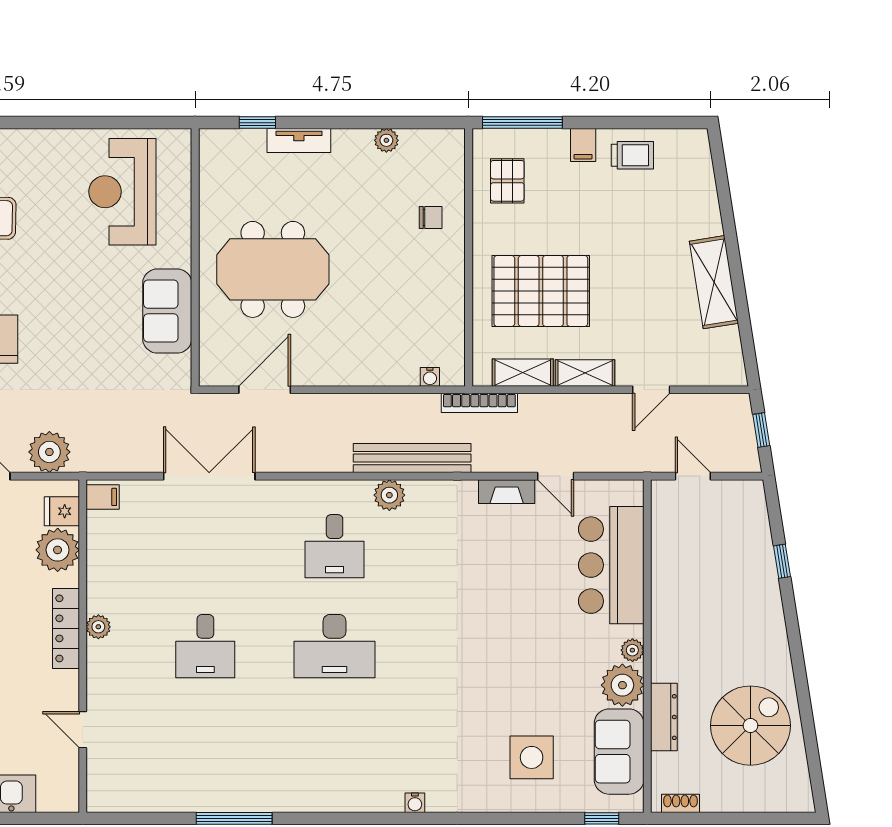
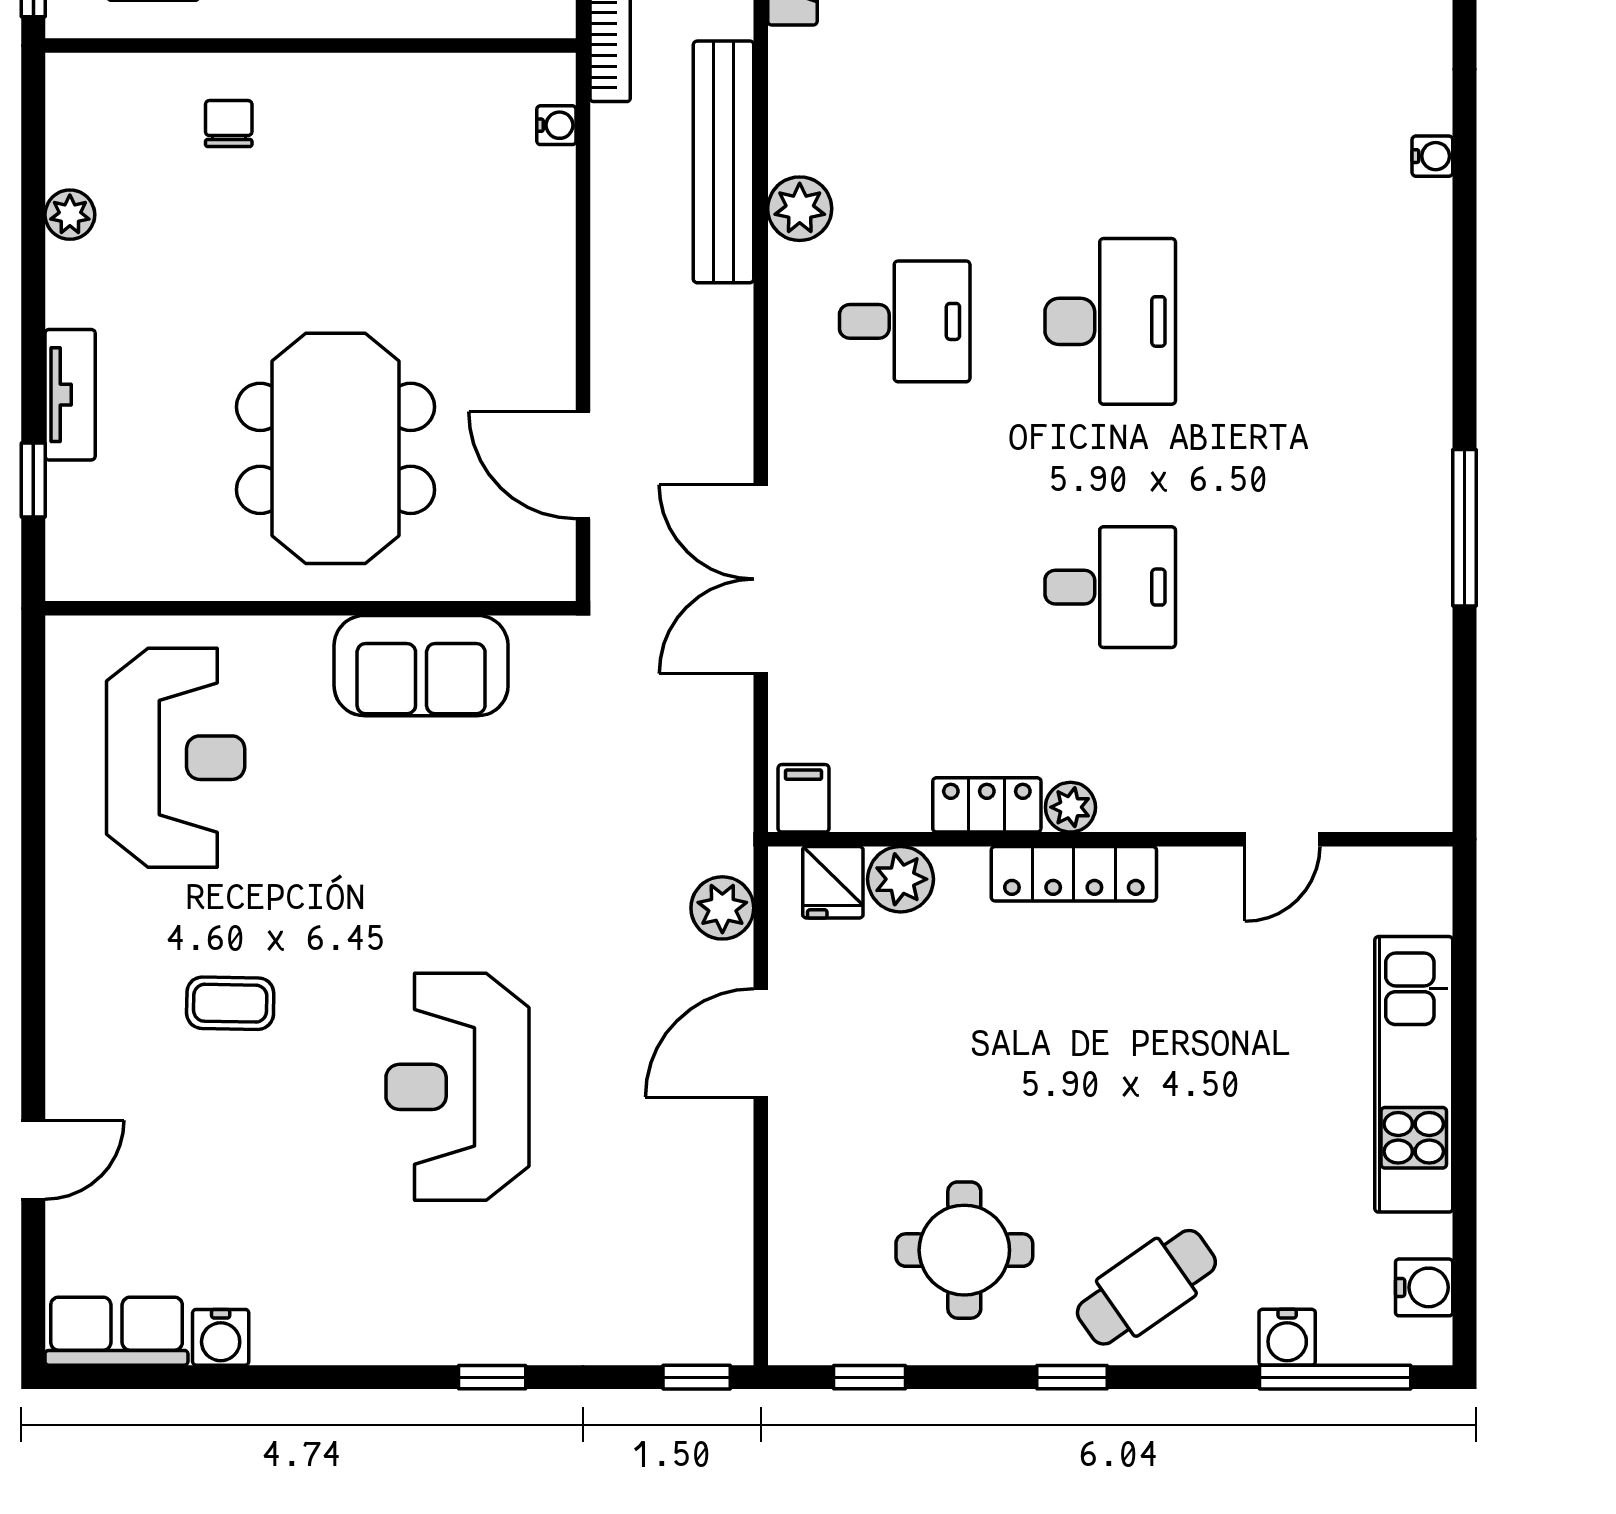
reception desk: (122, 192) -> (176, 758), turned -90
plant: (49, 452) -> (722, 908), width x0.73, depth x0.73
plant: (58, 550) -> (901, 879), width x0.73, depth x0.73
locker: (99, 586) -> (987, 805), added

